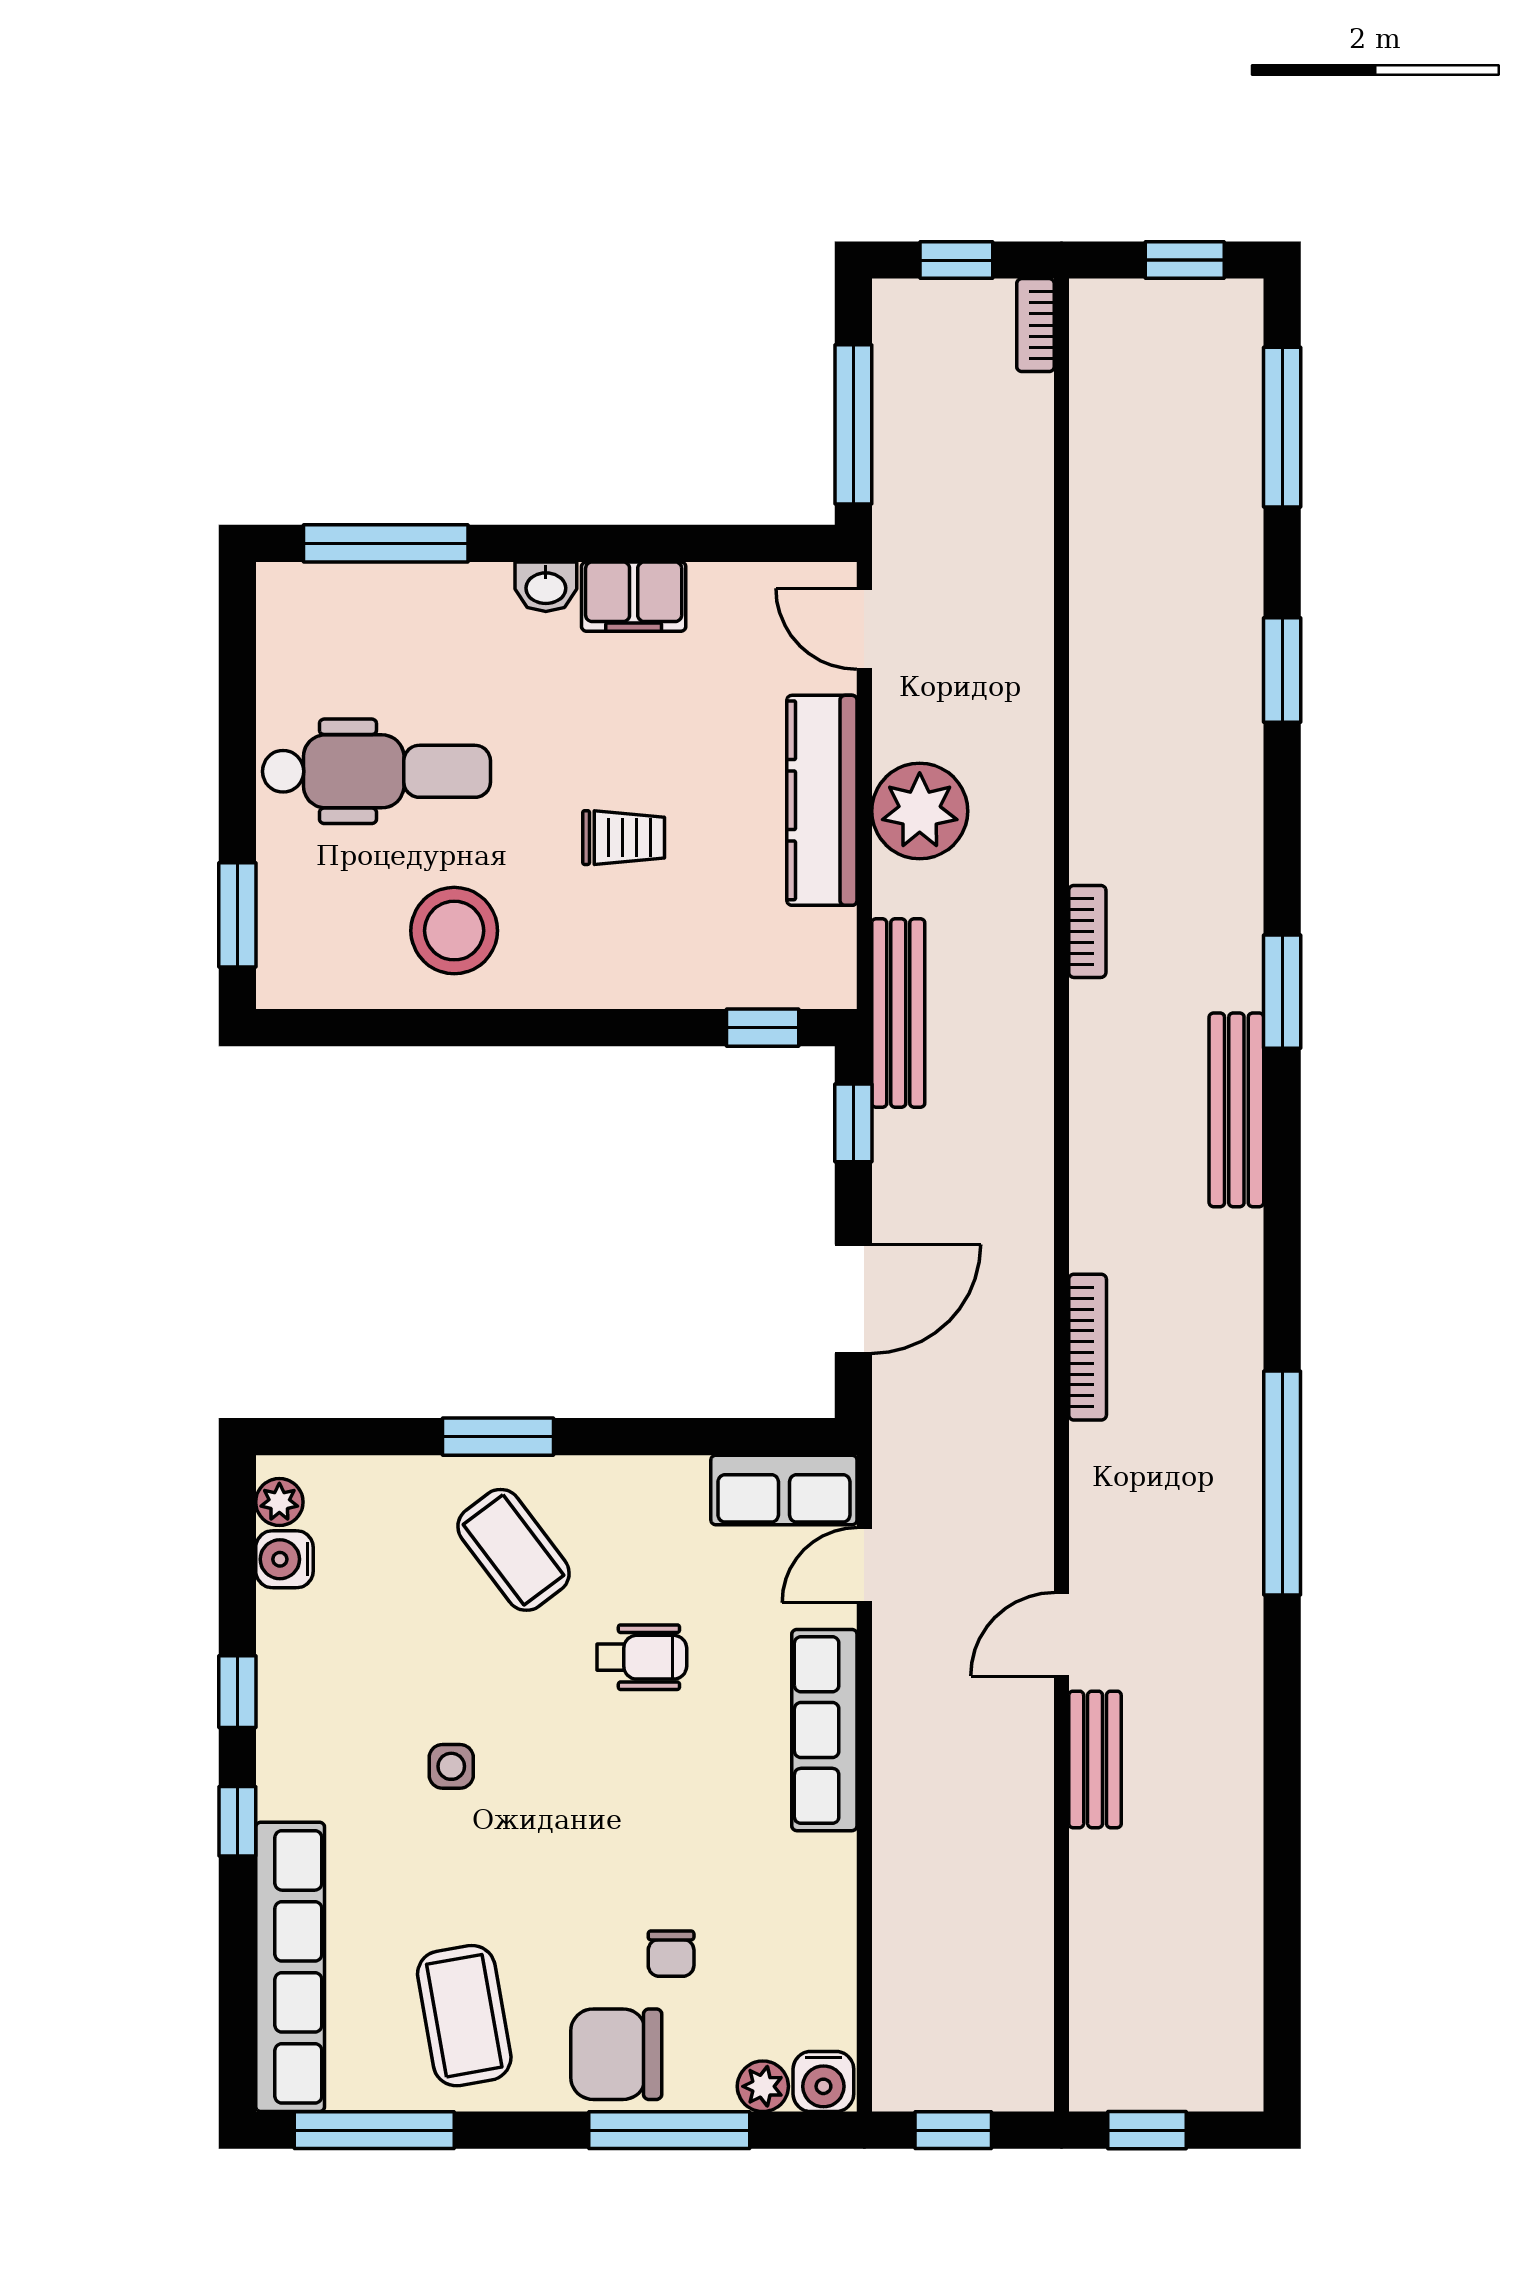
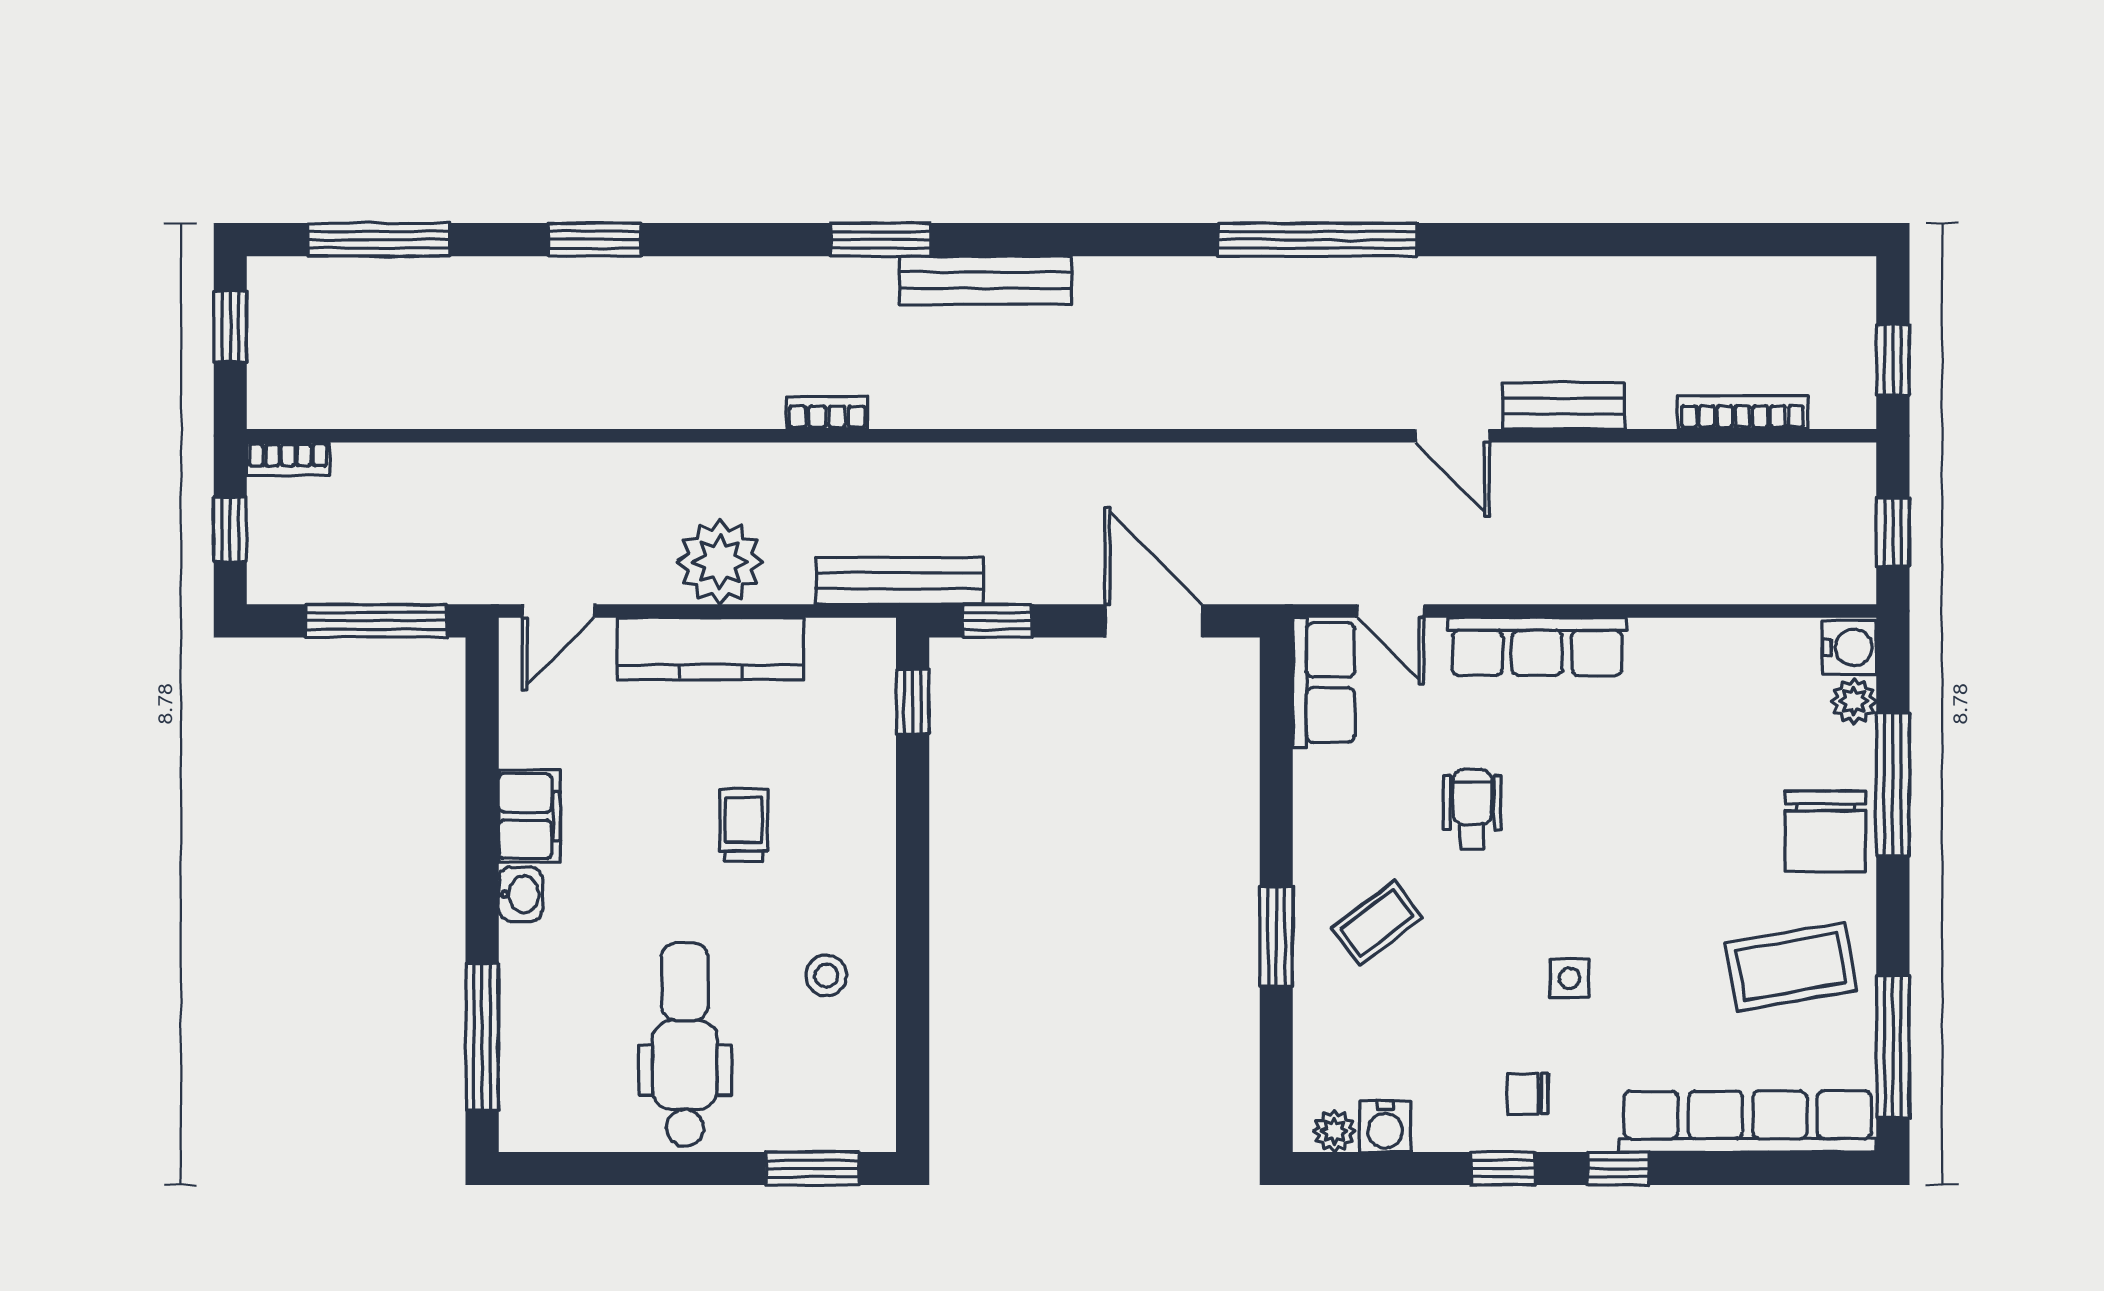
stool: (454, 931) -> (826, 976), width x0.53, depth x0.53
bookcase: (1088, 1347) -> (1742, 413), moved
coffee table: (514, 1550) -> (1377, 923), width x0.73, depth x0.77
chair: (671, 1954) -> (1528, 1094), moved, turned 180

